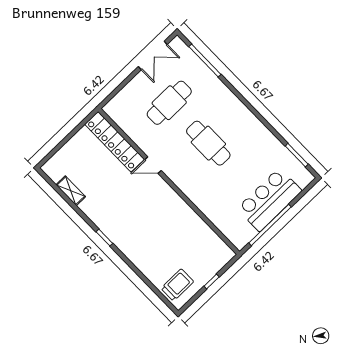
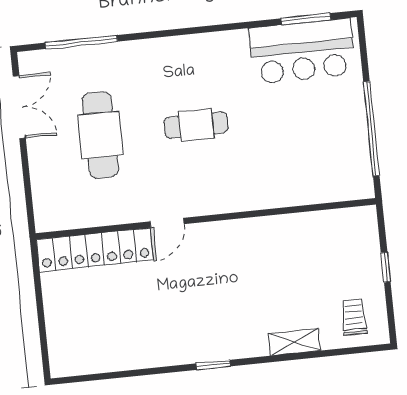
cafe table: (208, 143) -> (196, 125), width x0.73, depth x0.74
shelving: (71, 191) -> (295, 342), moved
bar counter: (269, 200) -> (302, 51), moved, turned -90
trolley: (177, 285) -> (354, 317), width x0.73, depth x0.72

